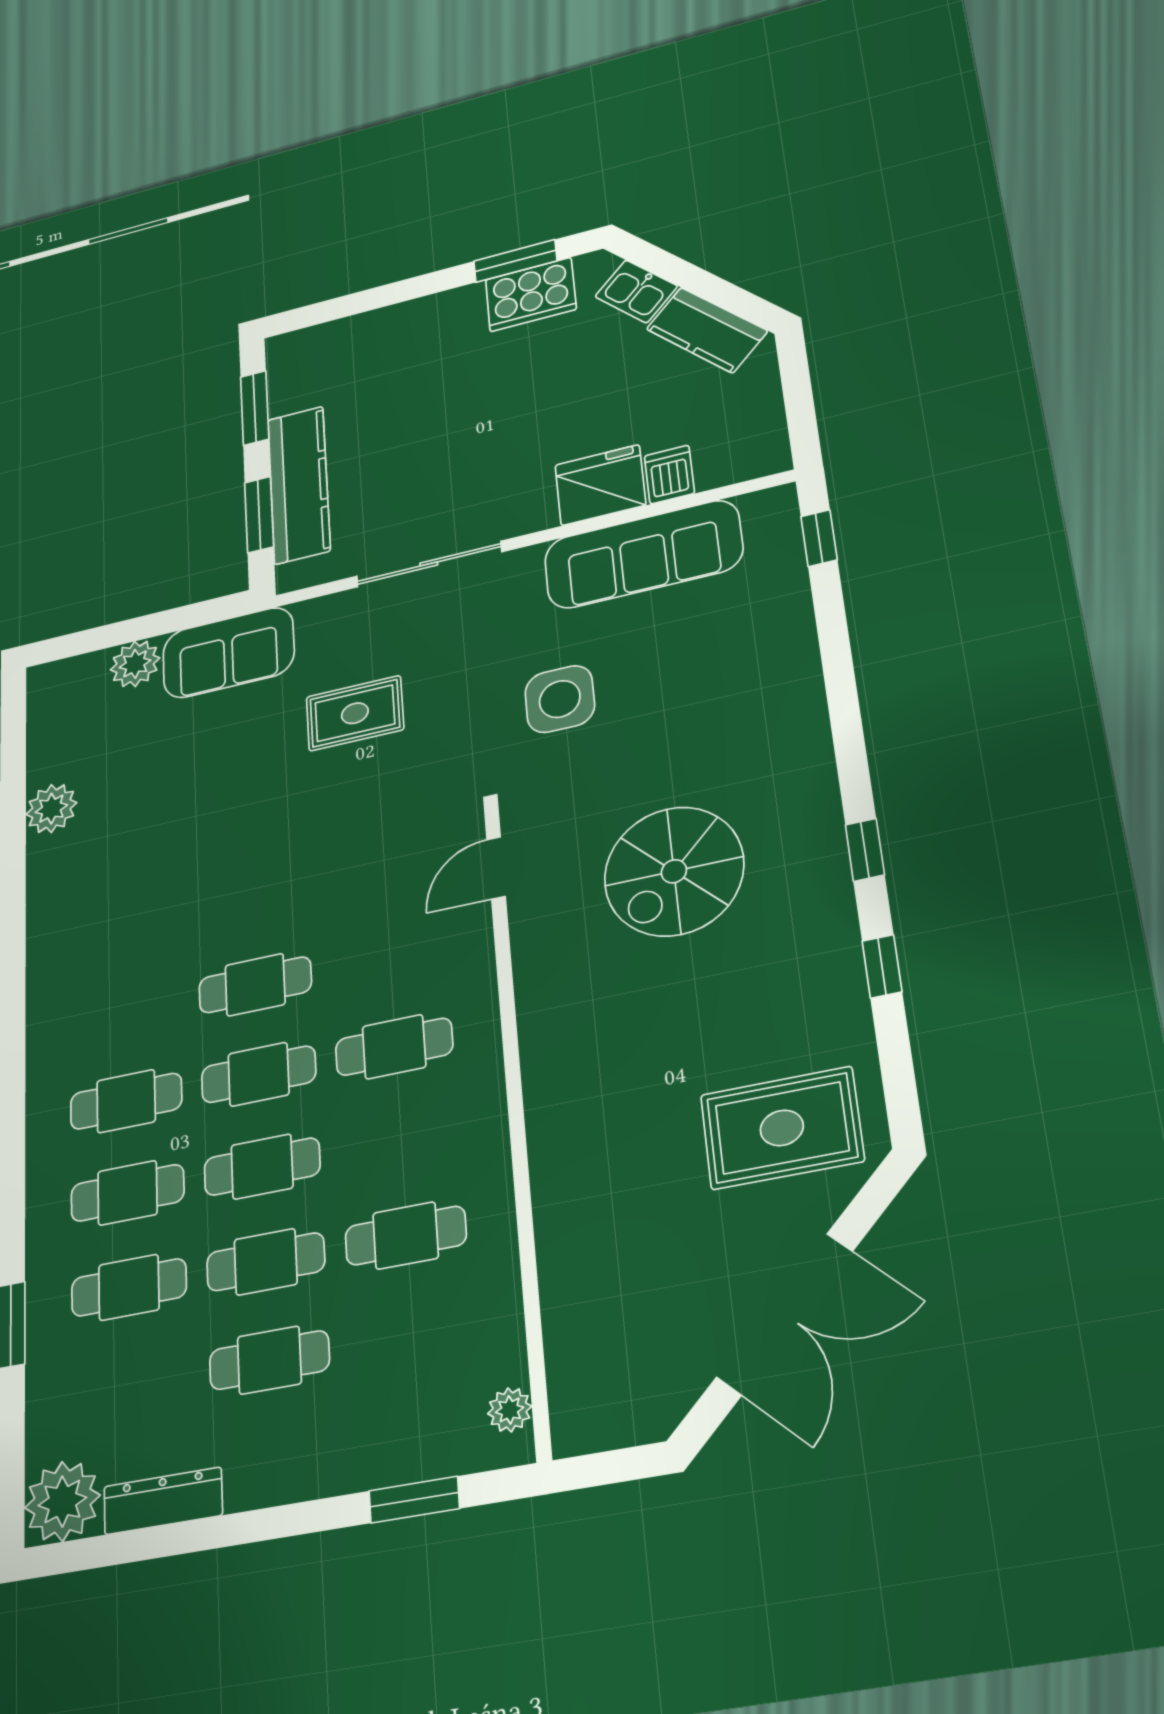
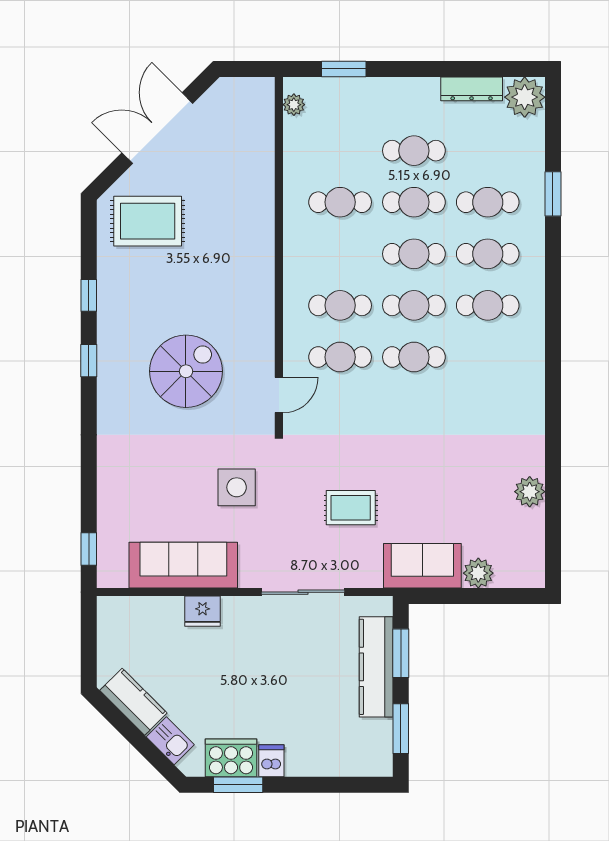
dishwasher: (669, 475) -> (271, 761), moved, turned 180
fridge: (600, 485) -> (203, 611), width x0.73, depth x0.75
cafe table: (388, 957) -> (340, 357), added

